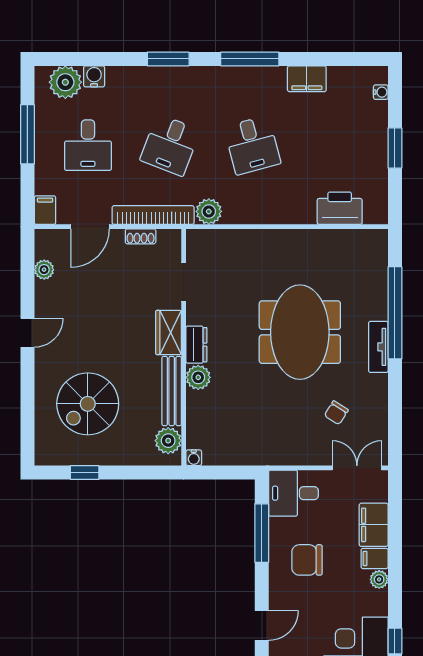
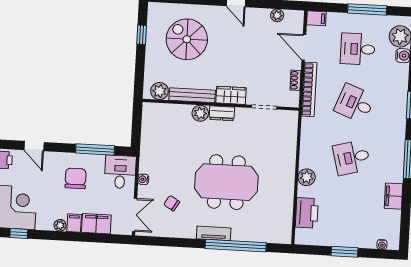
plant: (209, 211) -> (307, 177), moved
water cooler: (194, 458) -> (143, 179), moved

